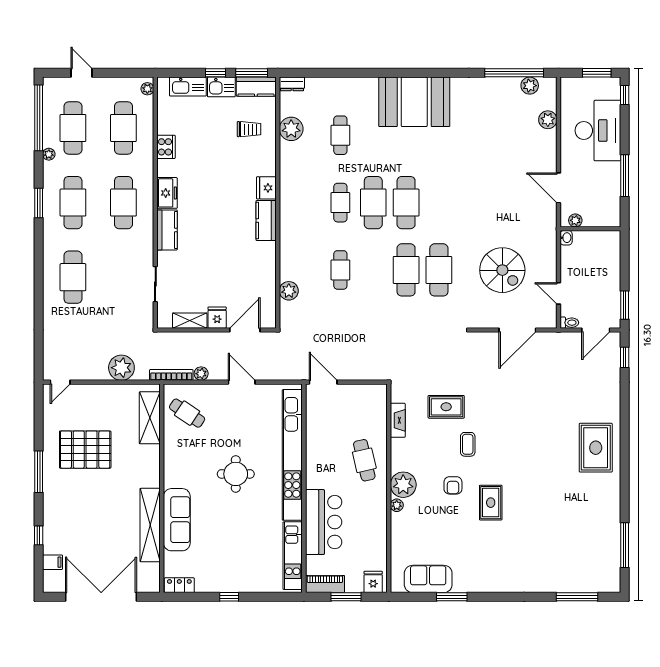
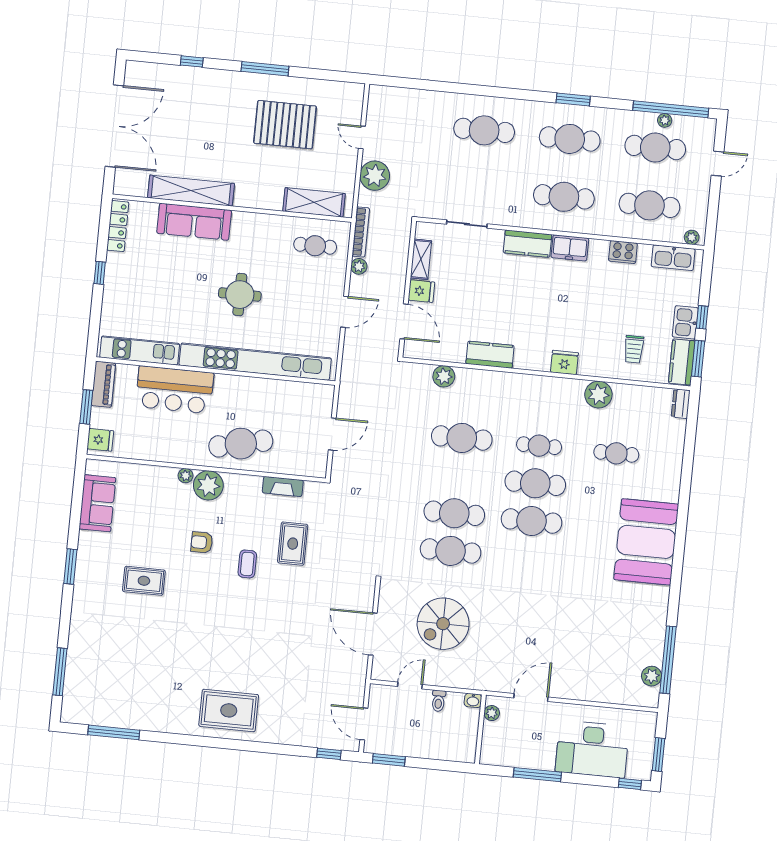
kitchen sink: (188, 87) -> (673, 258), moved, turned -90
plant: (548, 120) -> (610, 693), removed
plant: (291, 129) -> (598, 395), moved
plant: (49, 154) -> (665, 120), moved
kitchen counter: (266, 221) -> (490, 355), moved
cafe table: (340, 270) -> (462, 438), width x1.37, depth x1.35
toilet: (569, 323) -> (438, 701), moved
door: (60, 382) -> (362, 137), moved
door: (323, 382) -> (332, 434), moved
cafe table: (187, 413) -> (315, 246), turned 56
coffee table: (468, 444) -> (247, 564), turned 90
pallet: (85, 450) -> (285, 125), turned 90
cafe table: (364, 460) -> (241, 444), width x1.37, depth x1.35
rug: (491, 503) -> (144, 581), moved
filing cabinet: (53, 562) -> (160, 74), removed
locker: (179, 585) -> (118, 226), width x1.53
window: (452, 597) -> (70, 567), moved

